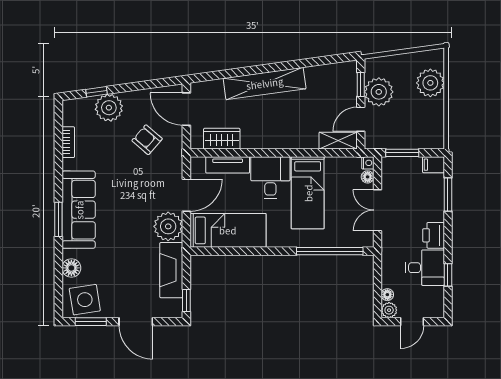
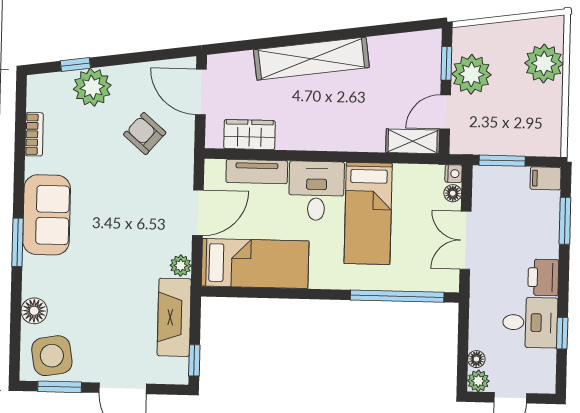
sofa: (79, 210) -> (47, 215), width x0.73
plant: (168, 226) -> (181, 266), width x0.53, depth x0.53

